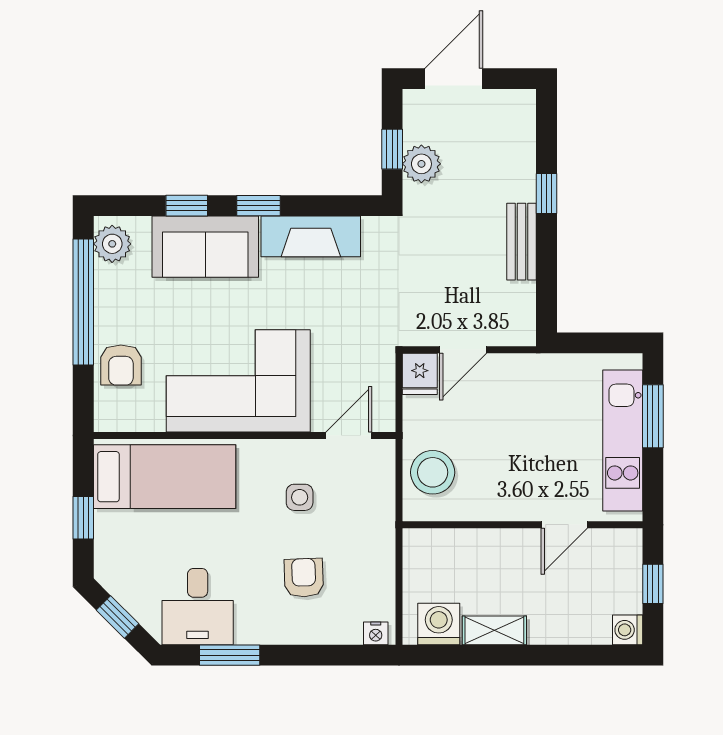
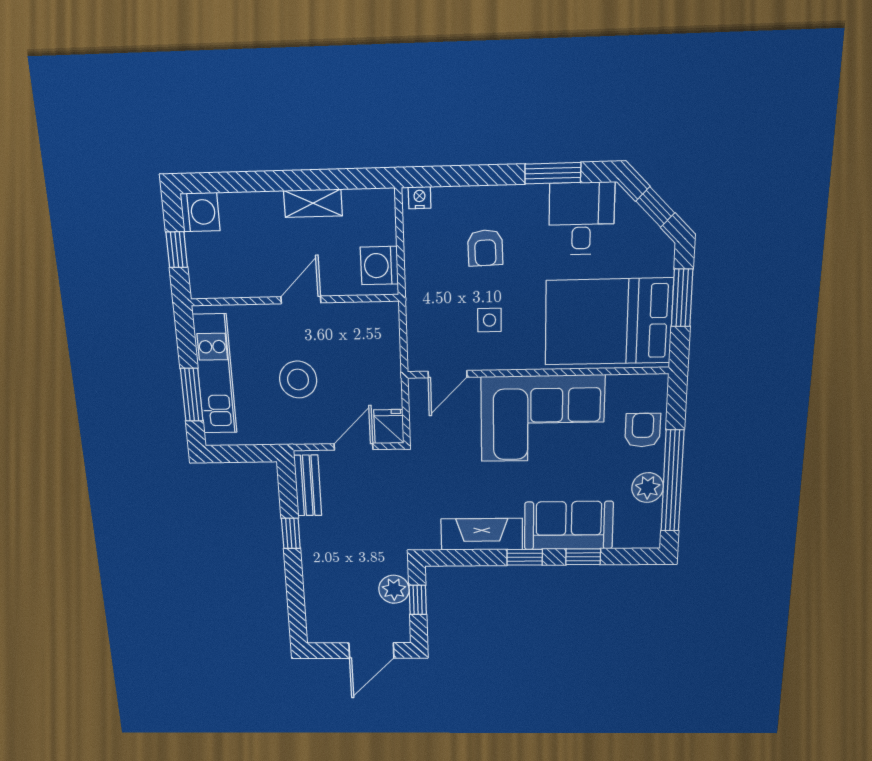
window: (546, 194) -> (291, 533), moved
bench: (521, 242) -> (308, 485), moved
plant: (112, 244) -> (648, 488), moved
stool: (433, 472) -> (298, 380), moved
bed: (165, 477) -> (609, 322), width x1.50
window: (83, 518) -> (682, 298), width x1.50
door: (564, 525) -> (301, 300), moved
washing machine: (439, 624) -> (379, 266), moved, turned 90
washing machine: (628, 630) -> (200, 212), width x1.38, depth x1.38

